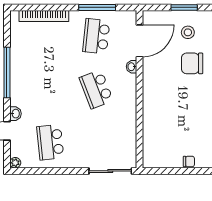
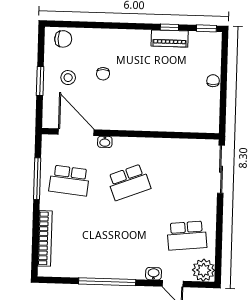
chair: (192, 63) -> (103, 74), width x0.54, depth x0.54
plant: (15, 163) -> (204, 270), width x1.87, depth x1.87

